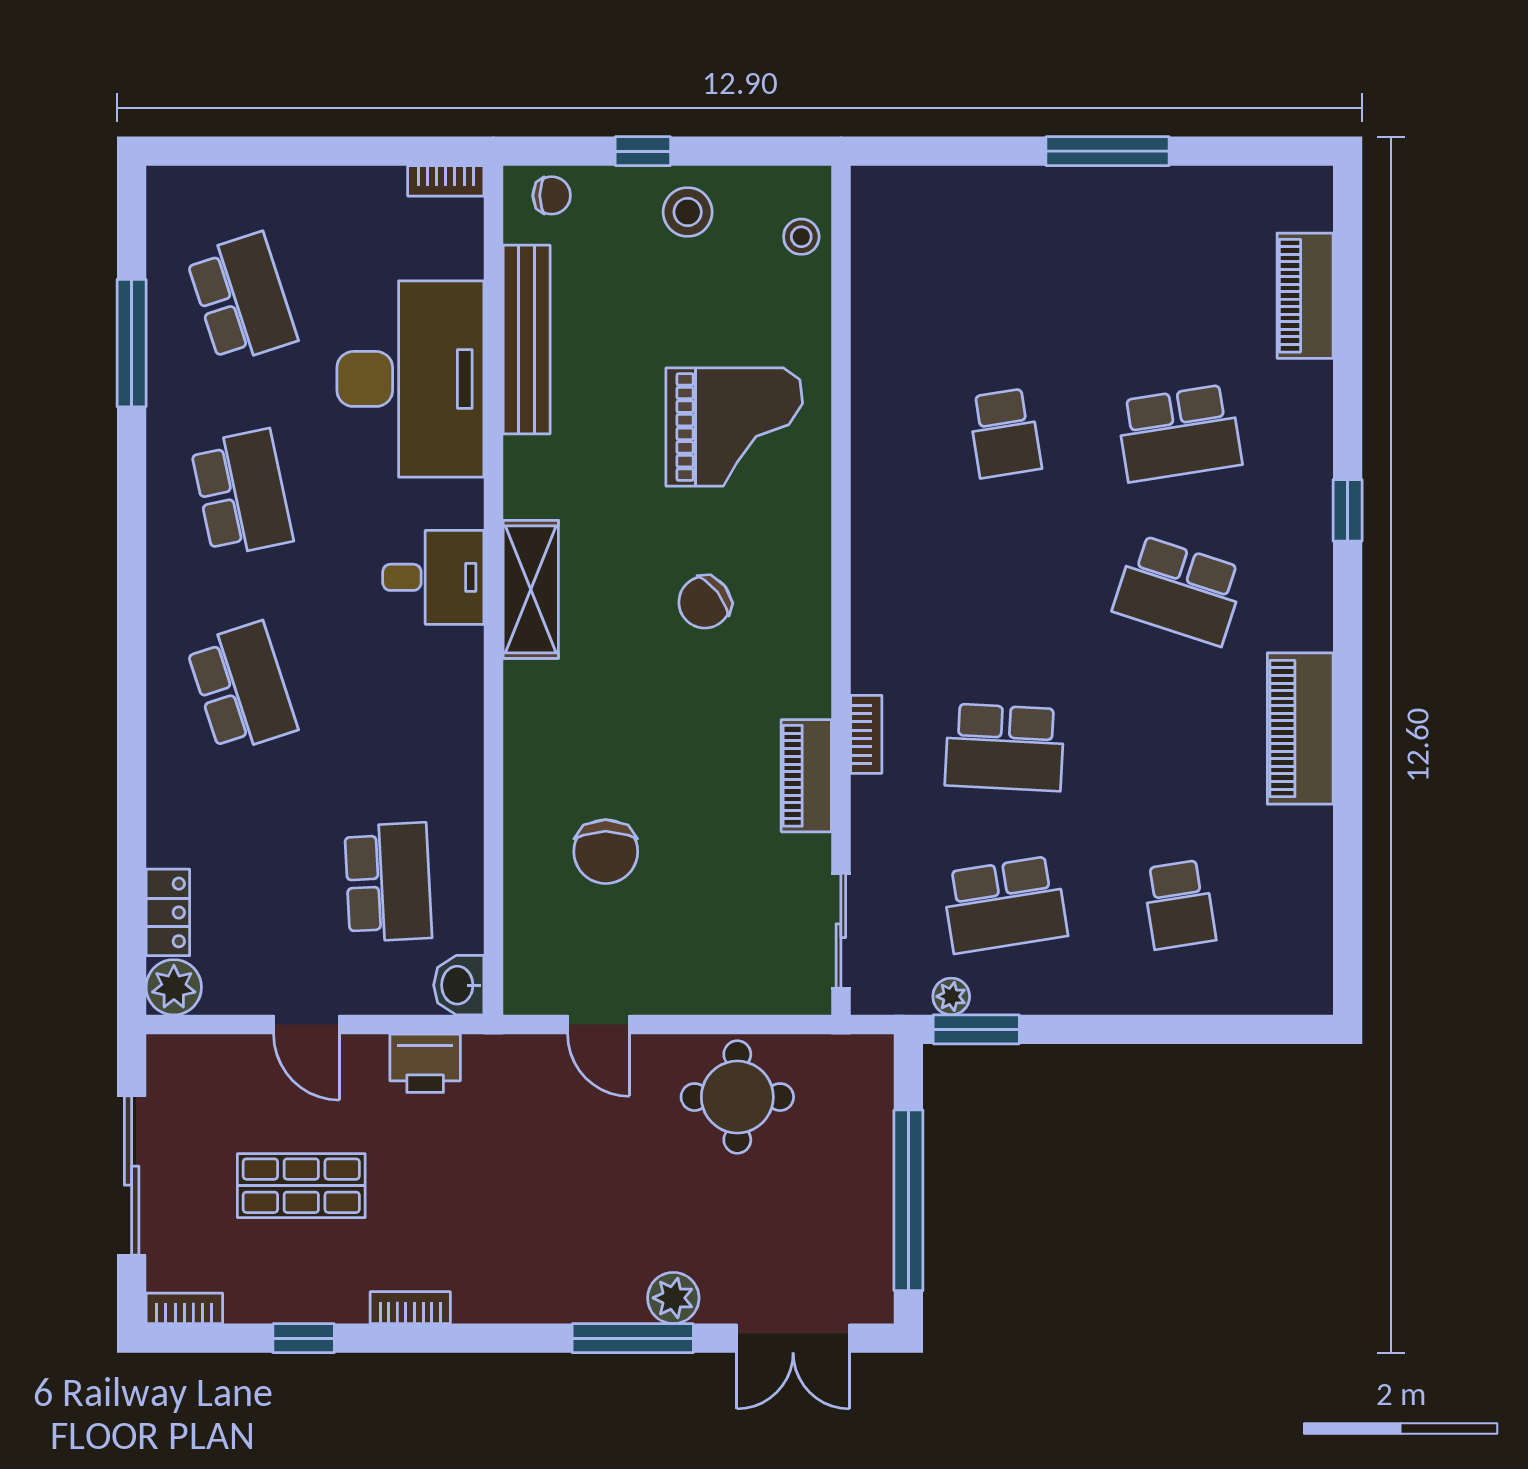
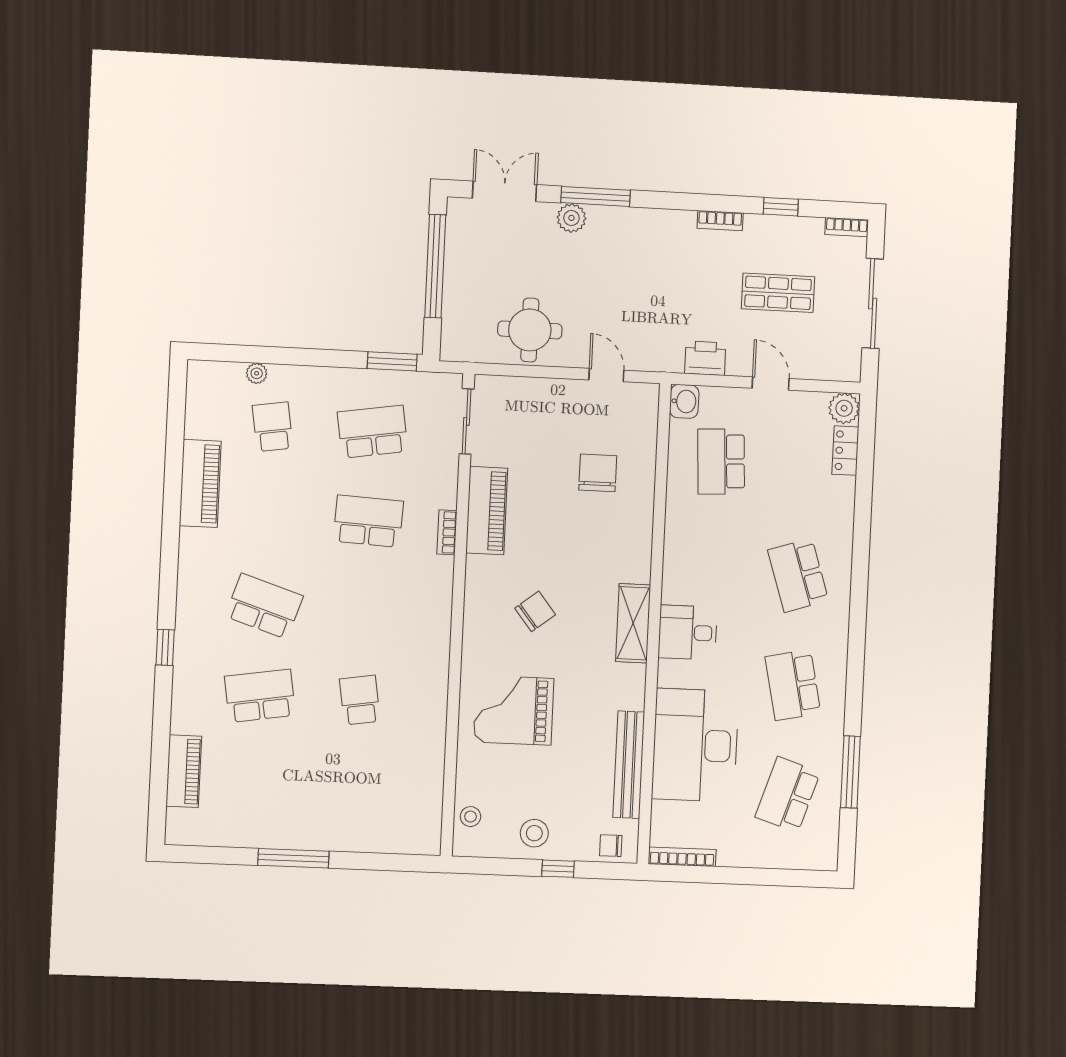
bookcase: (446, 181) -> (682, 857), width x1.56
school desk: (242, 298) -> (788, 795), turned 36
piano: (1300, 729) -> (200, 483), moved
piano: (806, 776) -> (487, 511), width x1.37, depth x1.33
plant: (951, 996) -> (257, 373), moved

